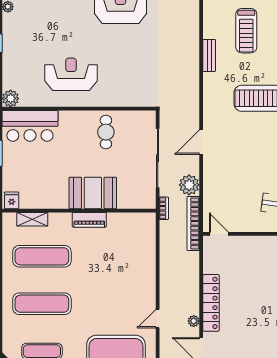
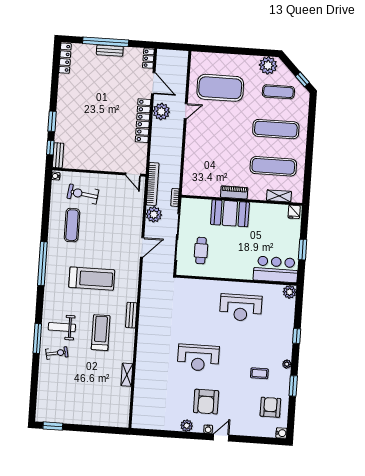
cafe table: (106, 132) -> (201, 251), moved
plant: (194, 321) -> (161, 112), width x1.87, depth x1.87

